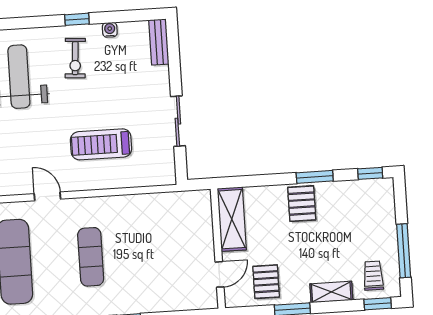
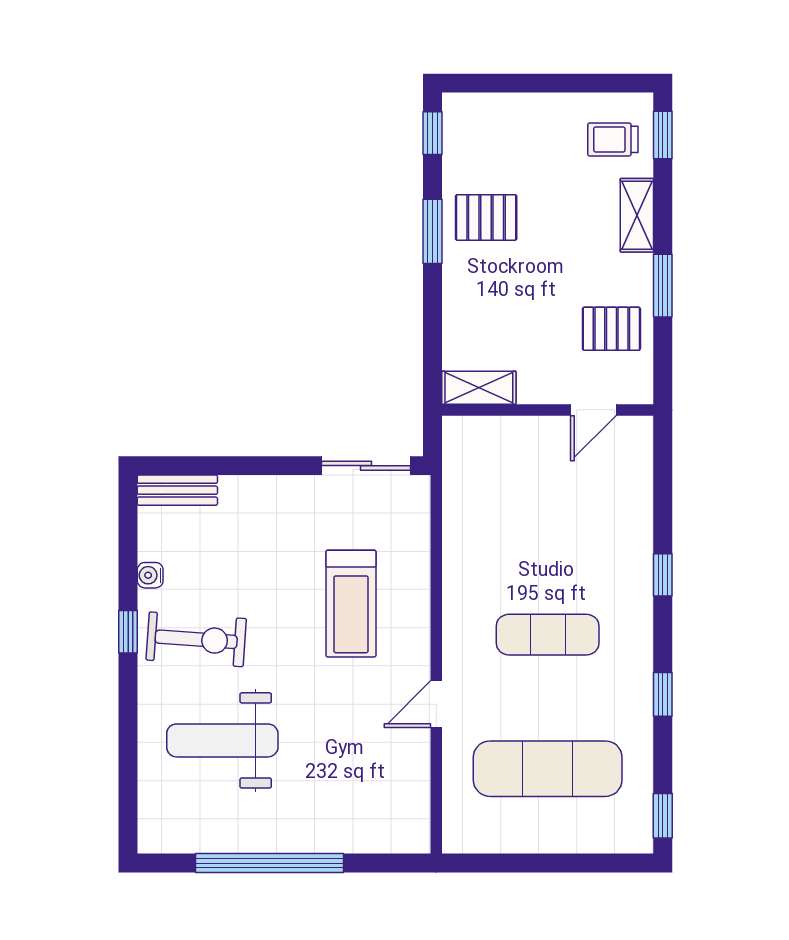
exercise bike: (75, 58) -> (196, 639), width x1.38, depth x1.39
sliding door: (178, 121) -> (366, 466), moved
pallet: (302, 204) -> (486, 217), moved
shelving: (232, 219) -> (479, 388), width x0.67, depth x0.75
window: (404, 251) -> (573, 83), removed
door: (219, 274) -> (593, 410), swing flipped

